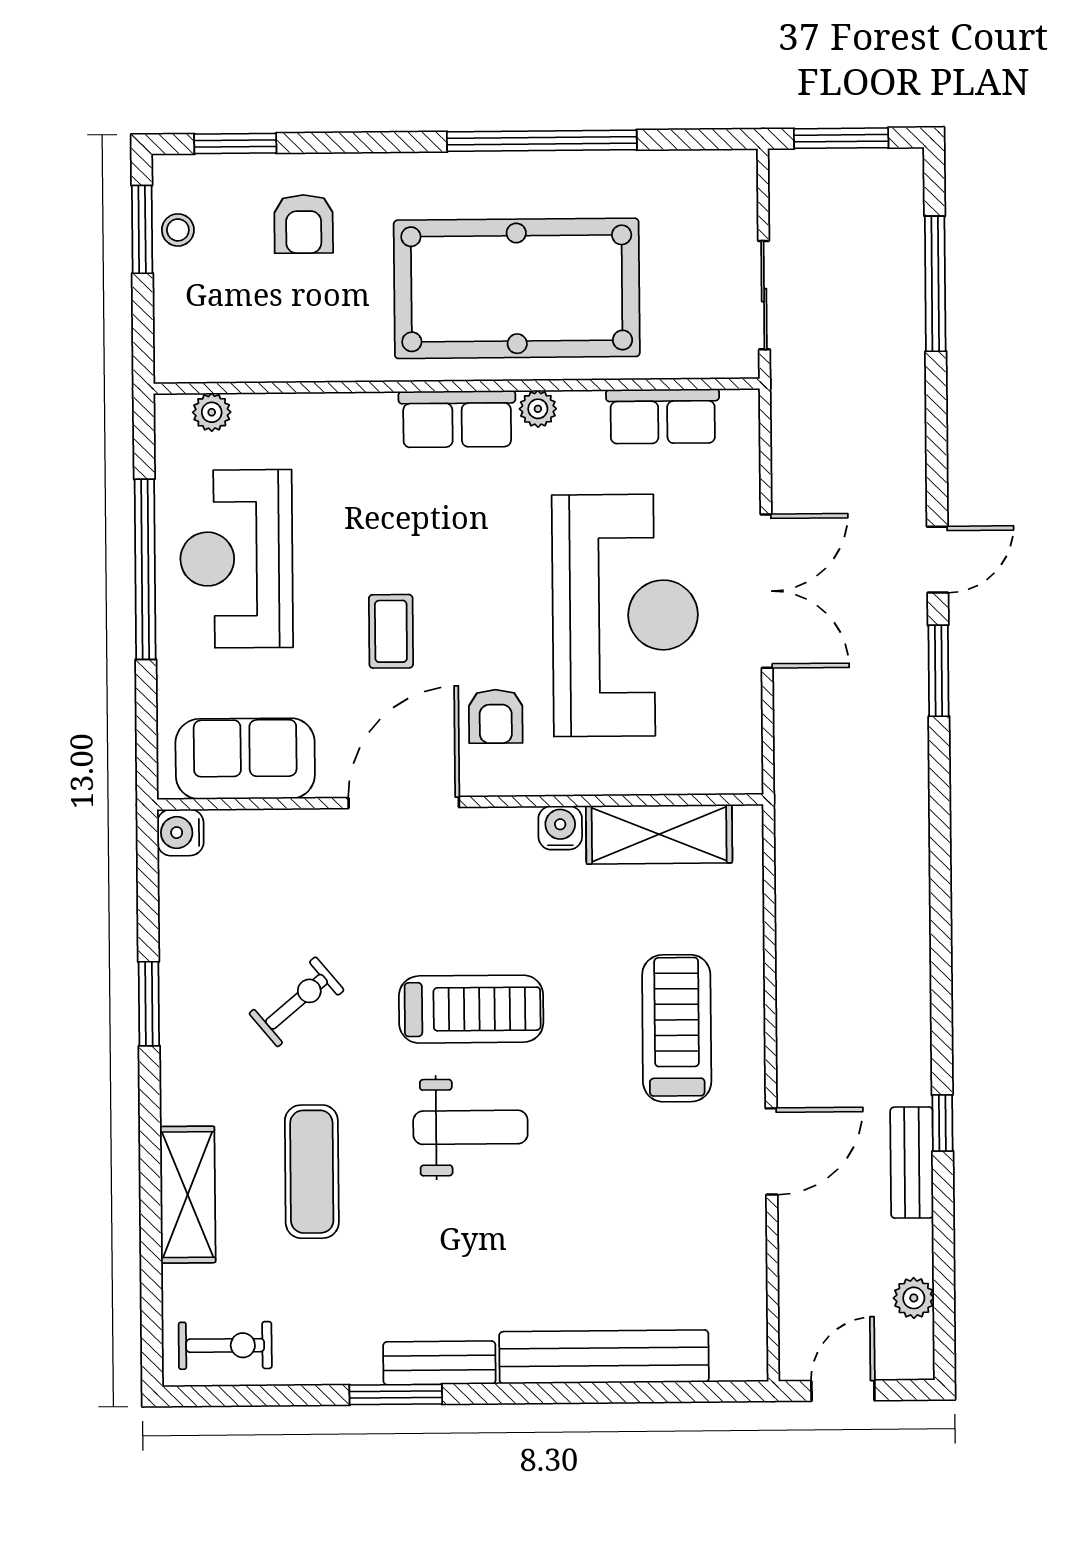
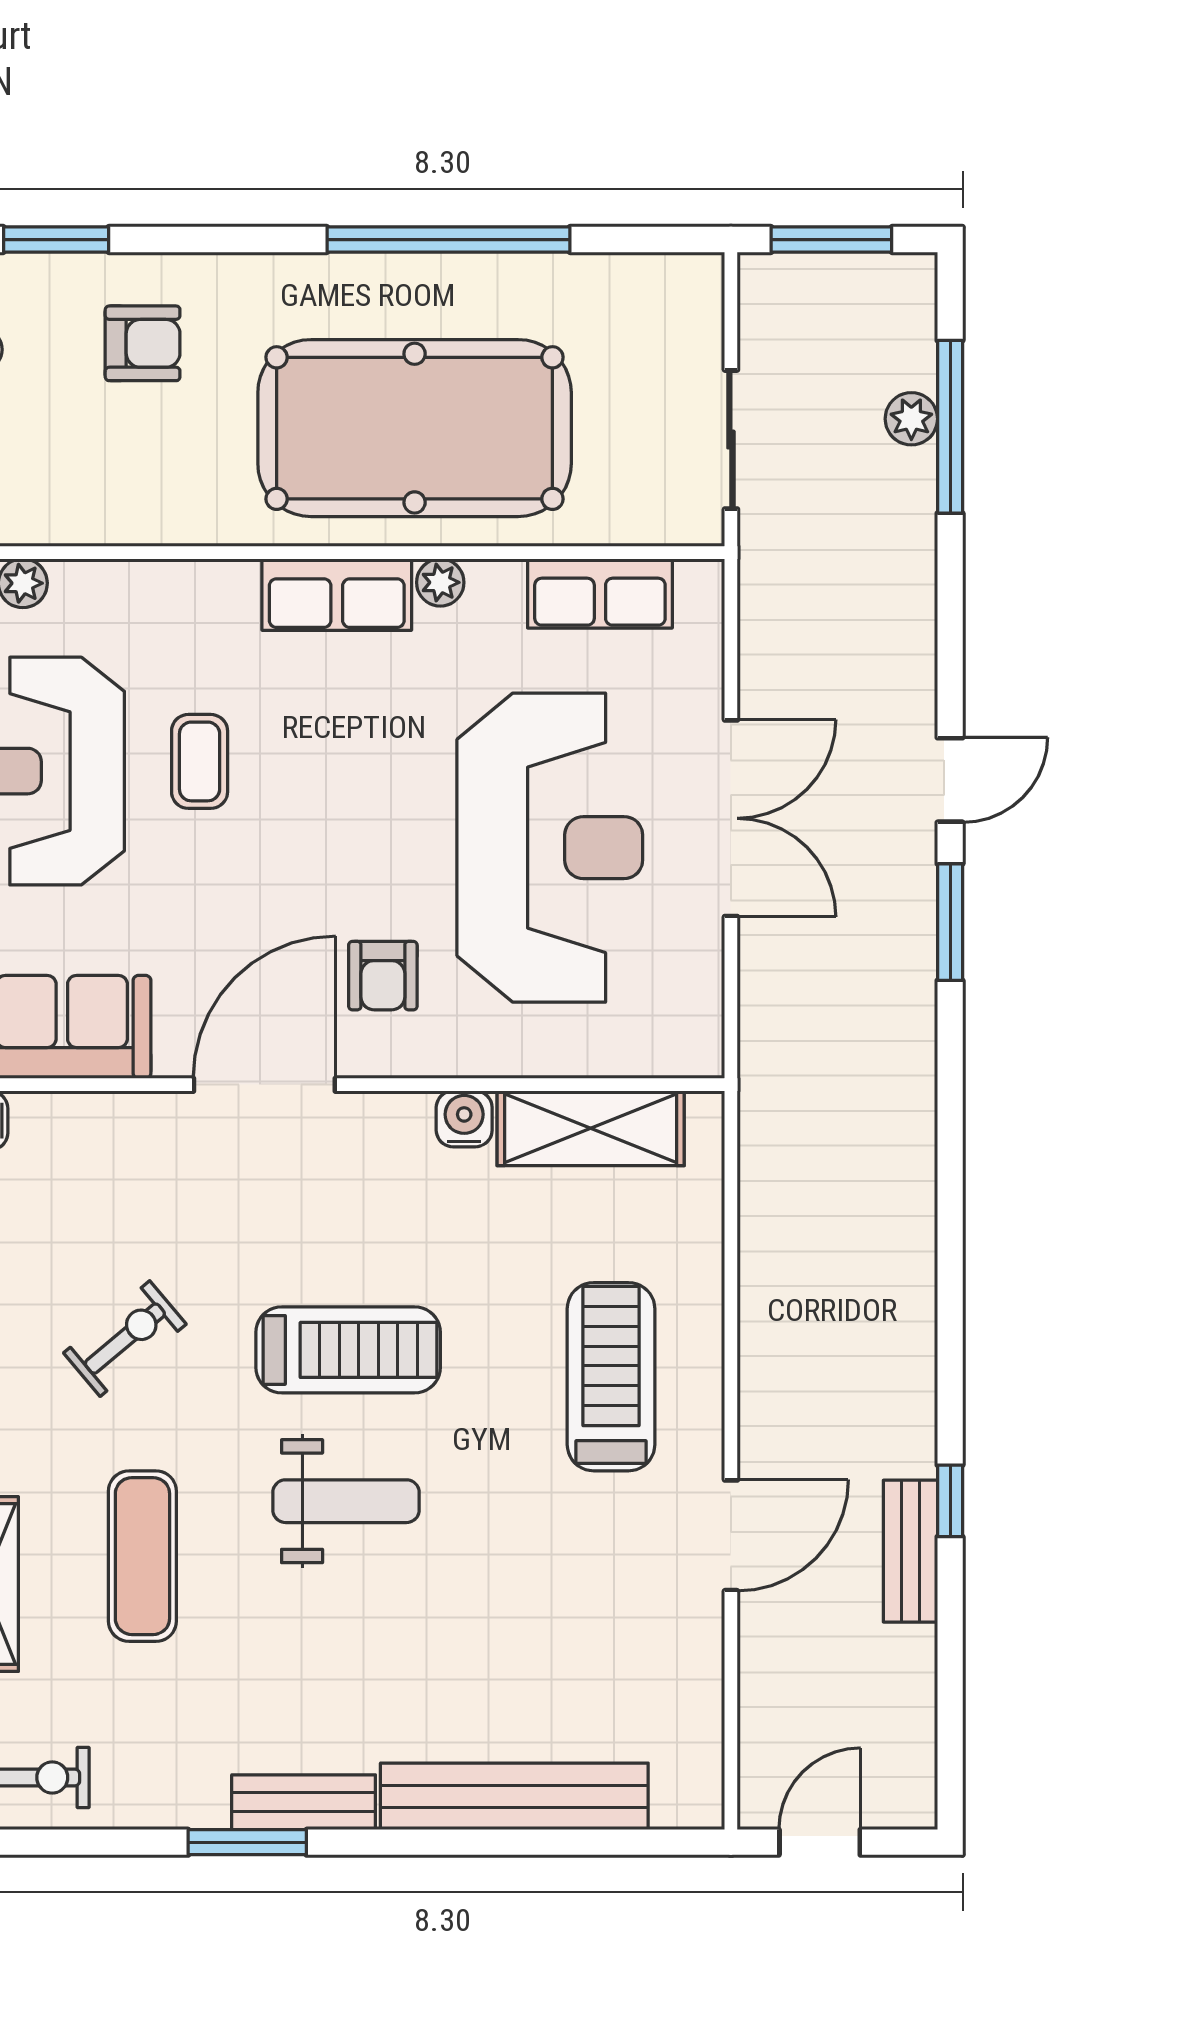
armchair: (304, 224) -> (143, 343), turned -90
coffee table: (391, 631) -> (200, 761), moved
plant: (914, 1298) -> (911, 419), moved

